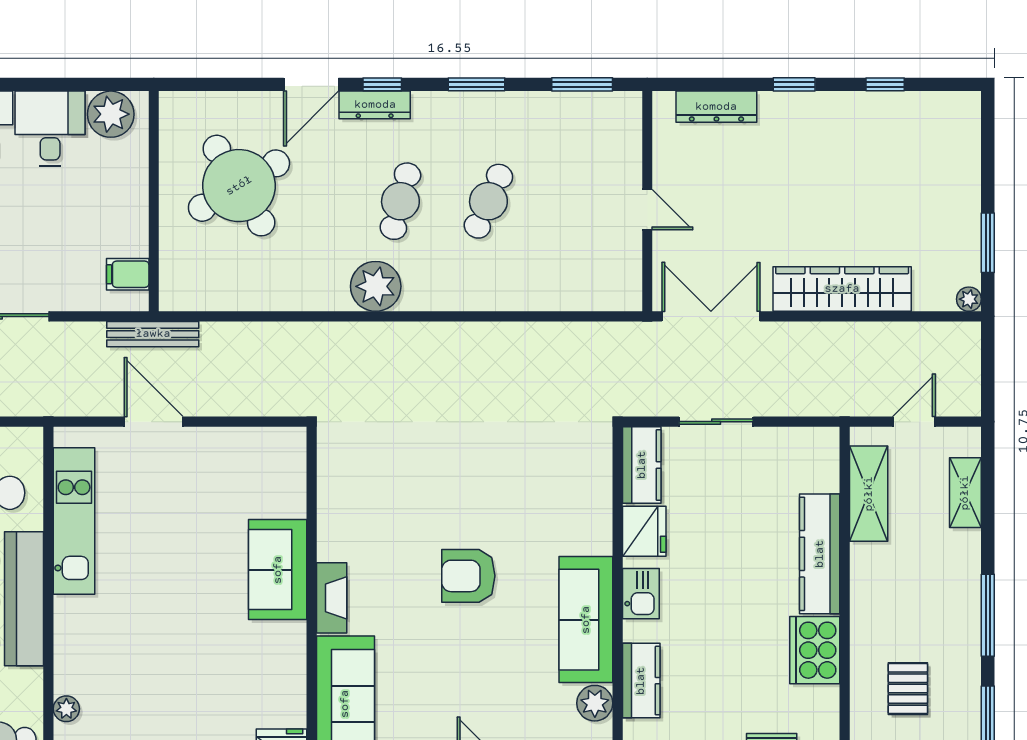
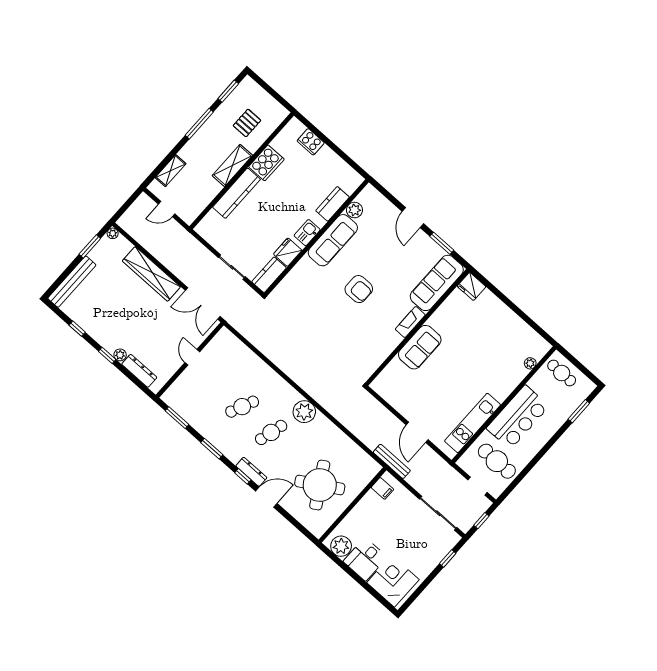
plant: (773, 105) -> (120, 355), added
bench: (965, 156) -> (72, 282), added
shelving: (869, 494) -> (232, 165), moved

